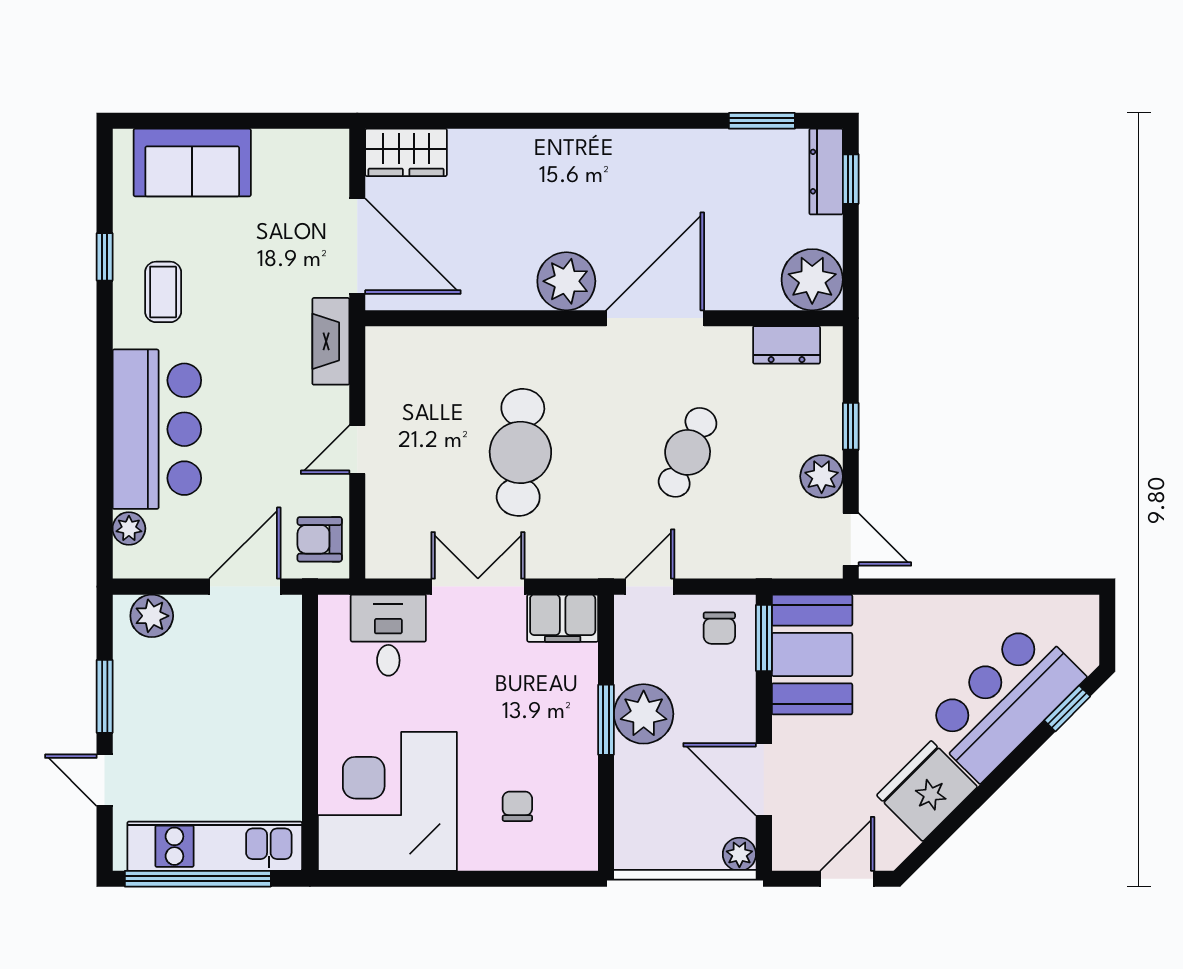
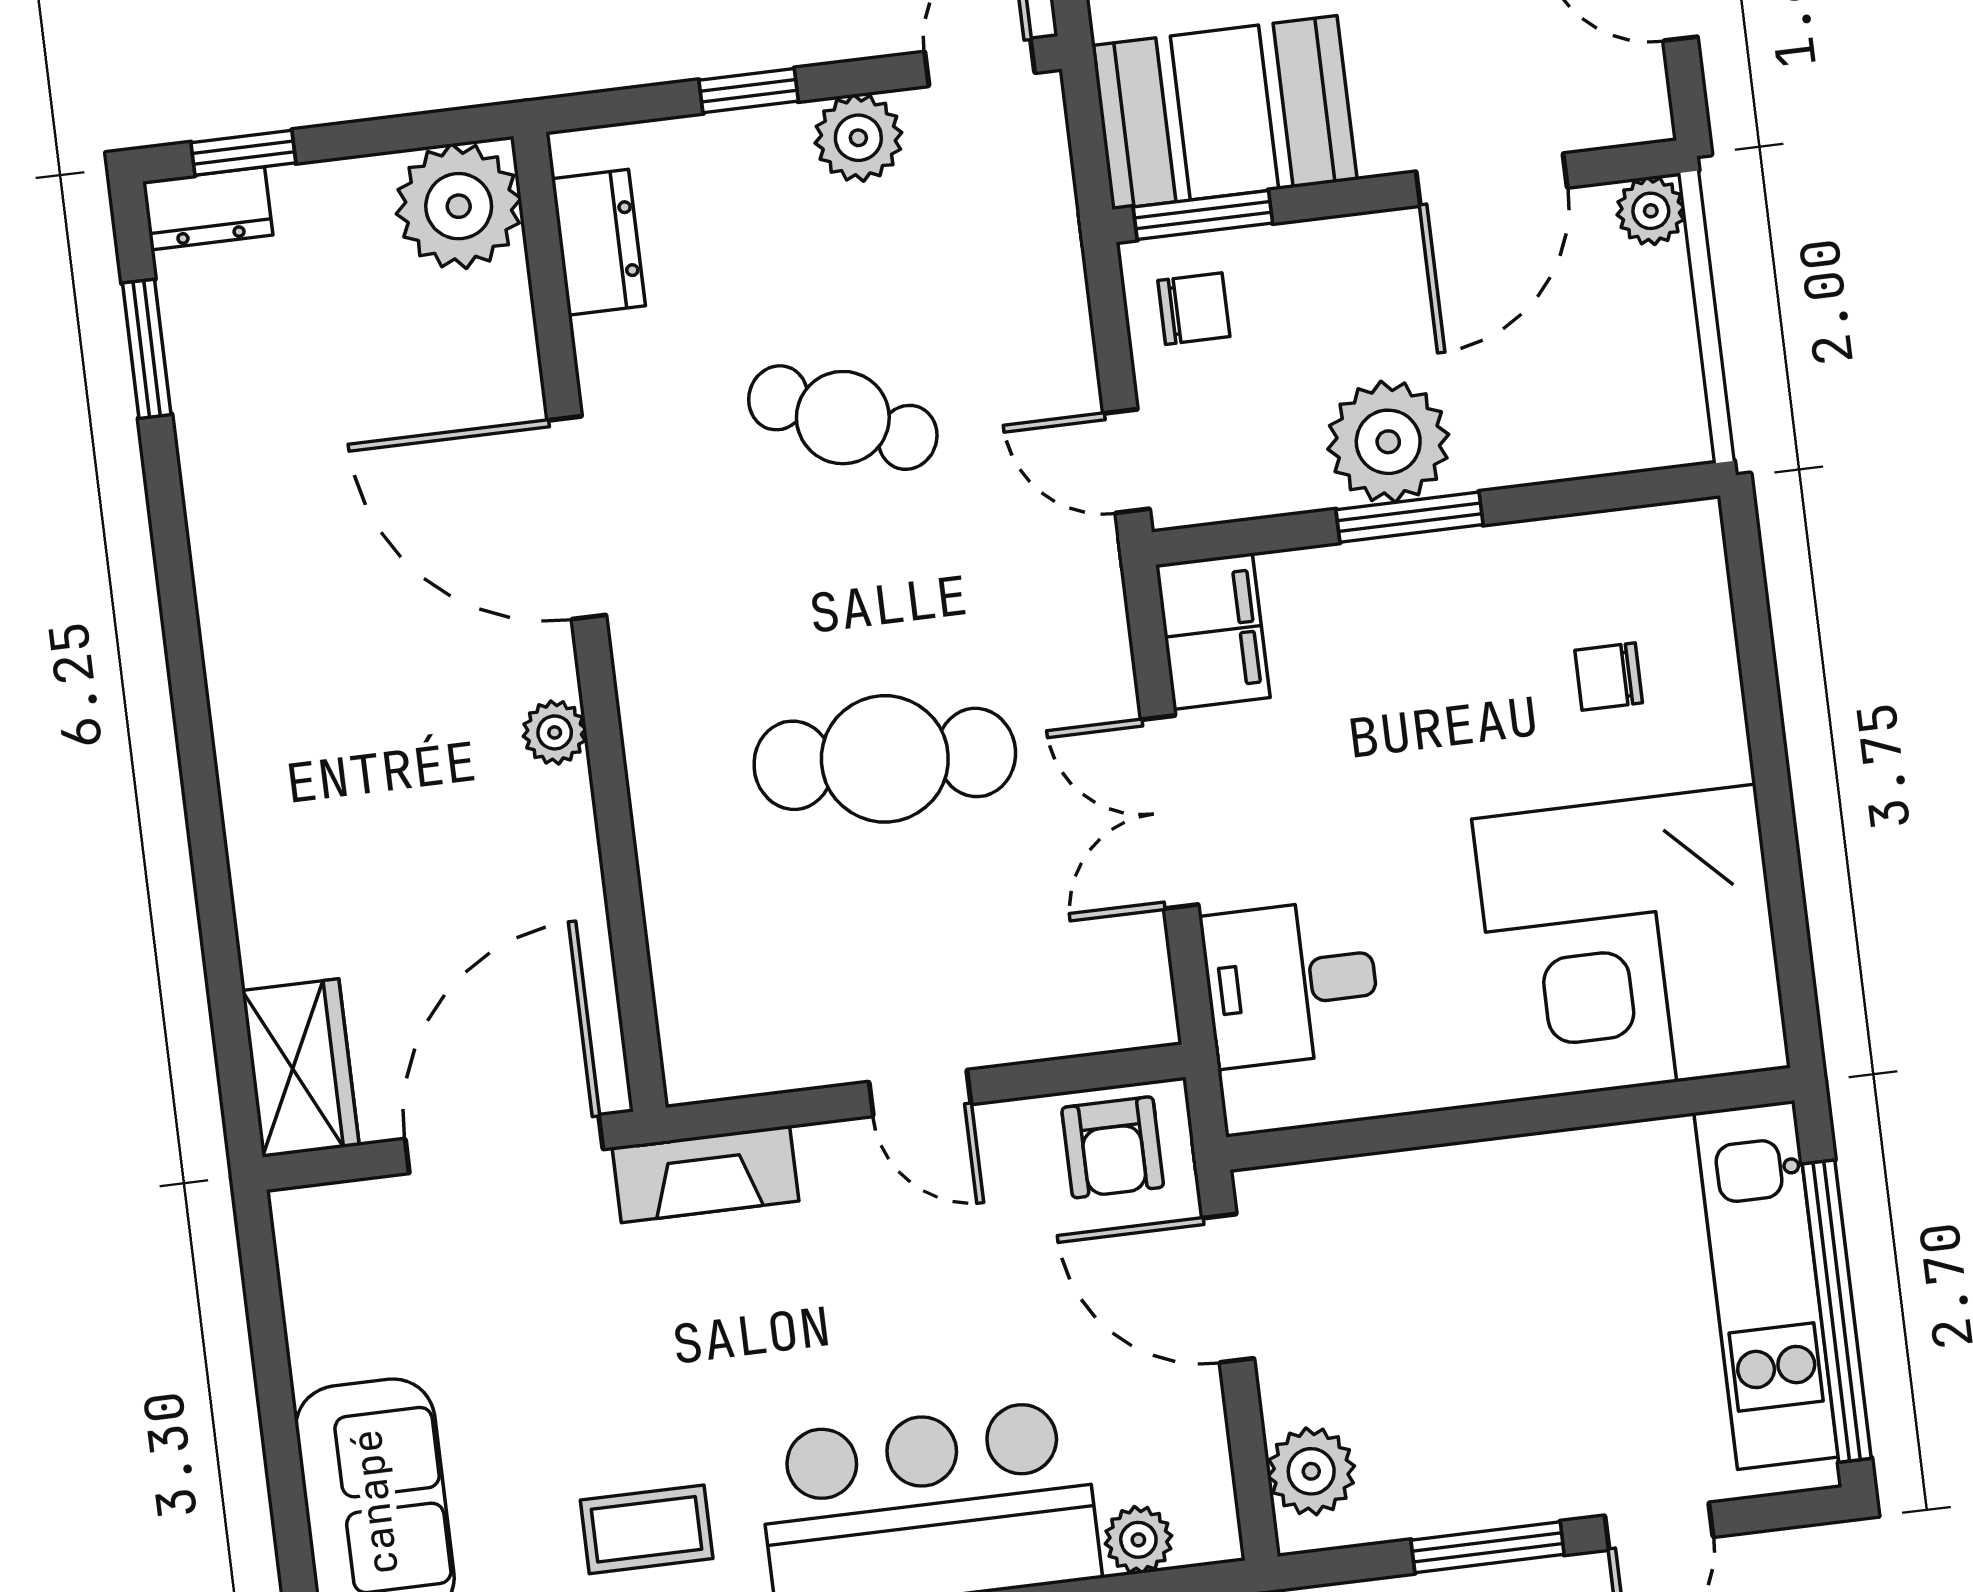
dresser: (826, 172) -> (208, 208), width x0.70
plant: (566, 281) -> (555, 732), width x0.53, depth x0.53

